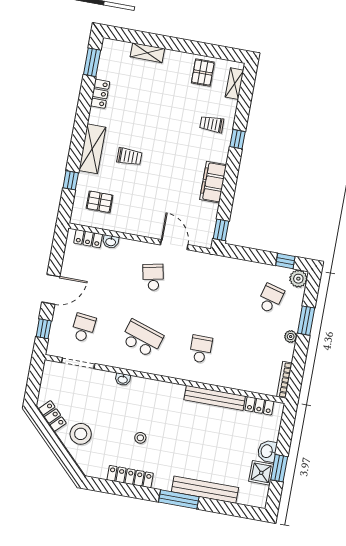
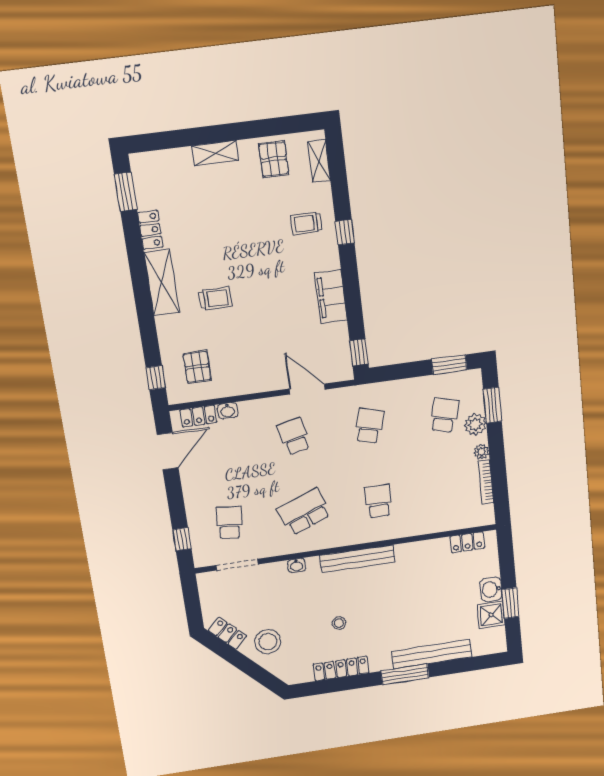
shelving: (147, 53) -> (215, 153), moved
shelving: (92, 149) -> (162, 283), moved
window: (71, 180) -> (156, 378), moved
pallet: (100, 202) -> (197, 367), turned 90
window: (285, 261) -> (449, 365), width x1.50
plant: (298, 279) -> (475, 424), moved
school desk: (212, 288) -> (369, 426), added
door: (51, 289) -> (168, 451), moved
window: (306, 321) -> (492, 405), moved
school desk: (142, 338) -> (304, 512), turned -39
bookcase: (284, 380) -> (486, 482), moved
bench: (215, 398) -> (357, 559), moved

